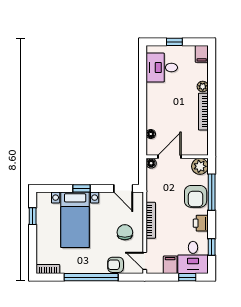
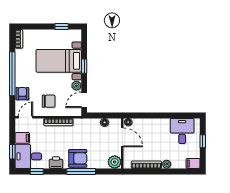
door: (169, 157) -> (122, 137), moved
wall: (177, 157) -> (122, 143), moved
plant: (200, 166) -> (115, 162), moved
armchair: (196, 196) -> (78, 158), turned 180
plant: (106, 198) -> (76, 86), added

